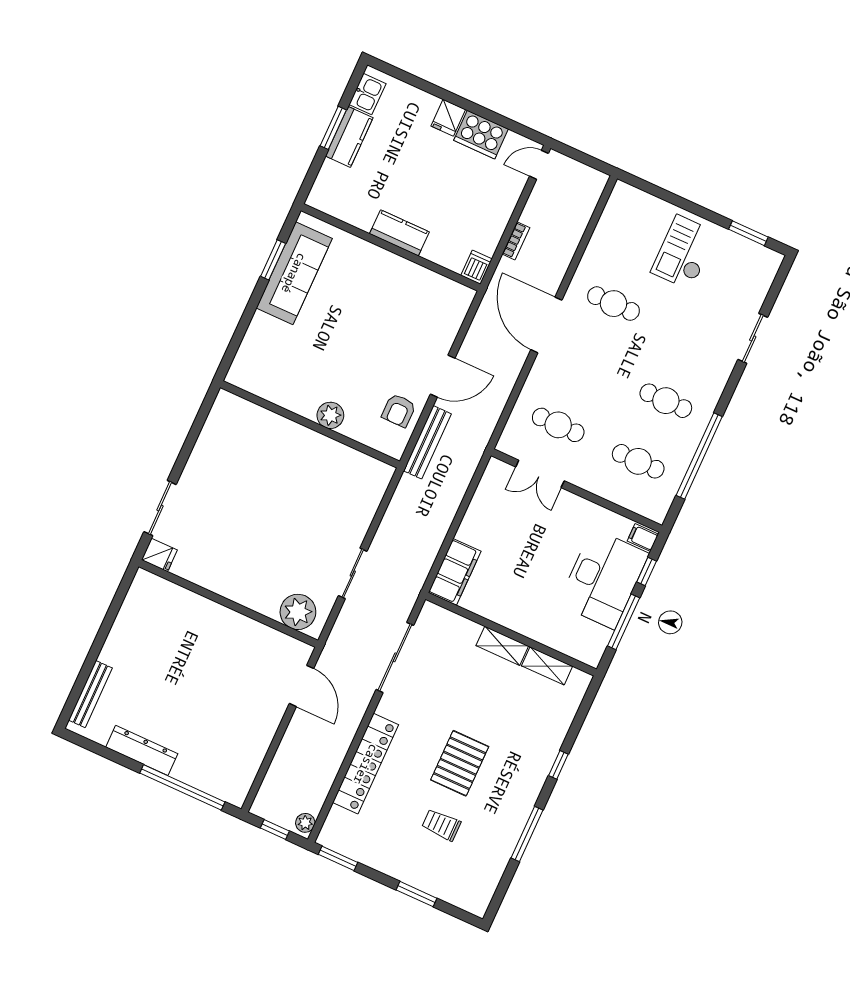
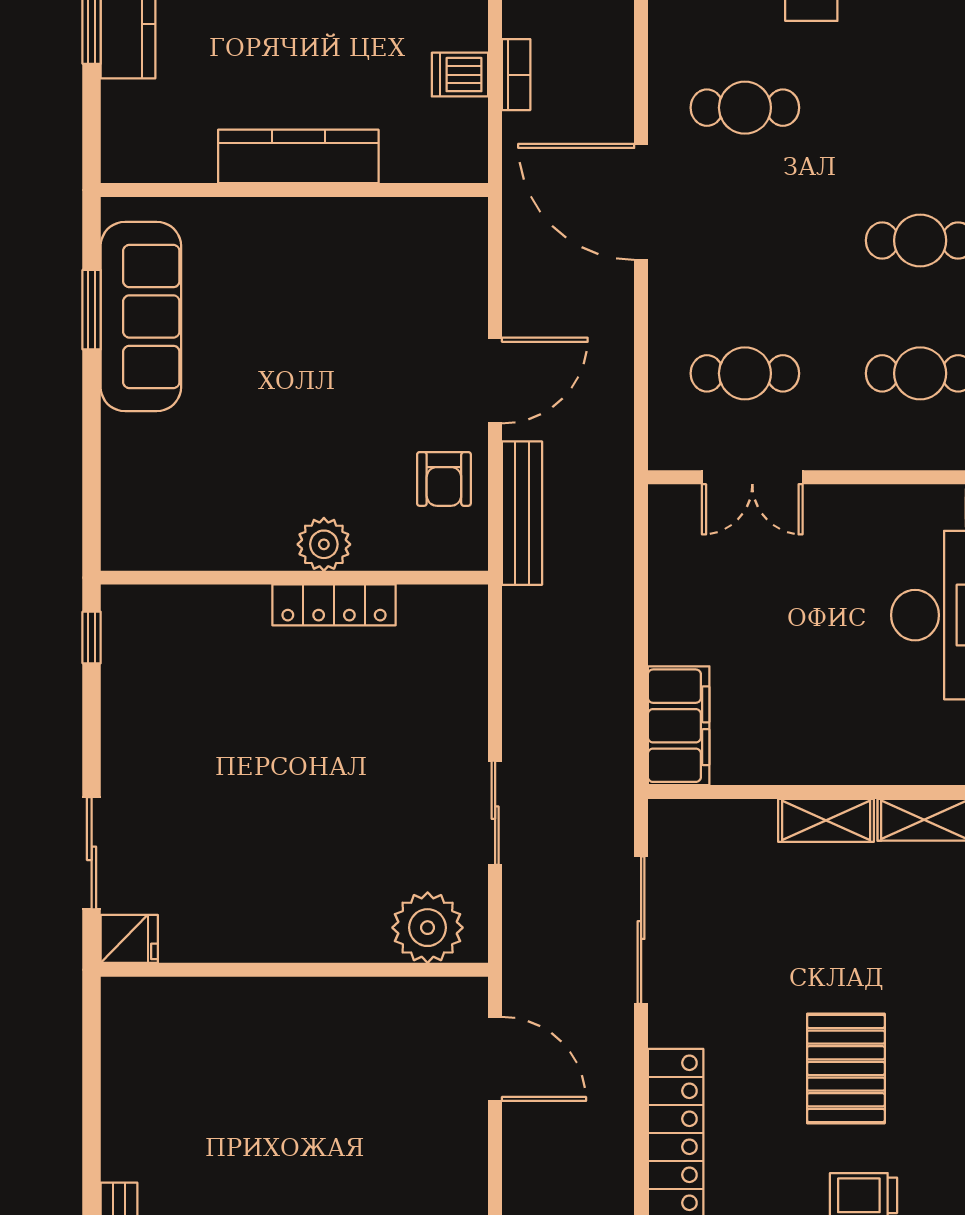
kitchen counter: (399, 233) -> (298, 156), width x1.50
dishwasher: (476, 267) -> (460, 75), moved, turned -90
window: (205, 409) -> (92, 637), added
locker: (322, 445) -> (334, 605), added

